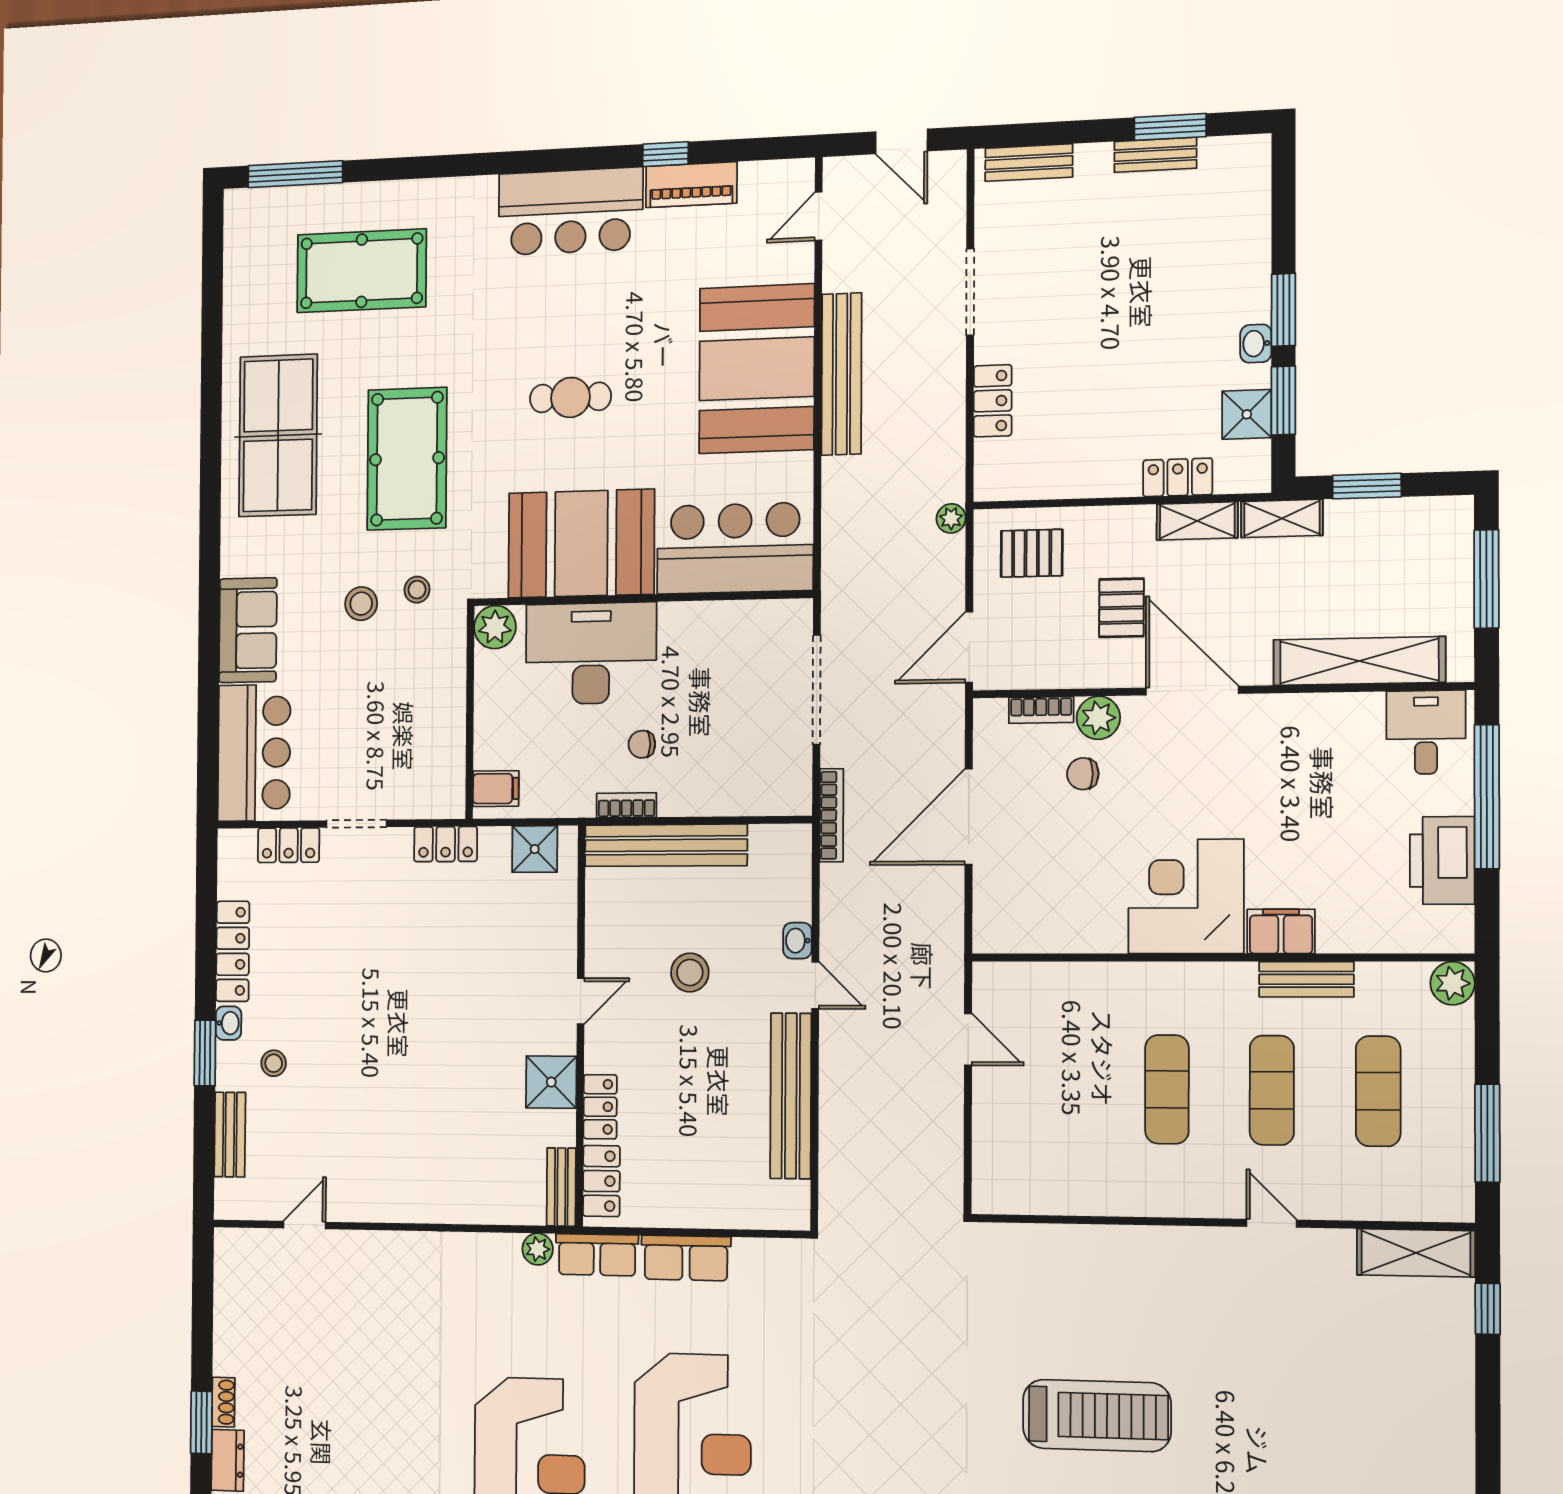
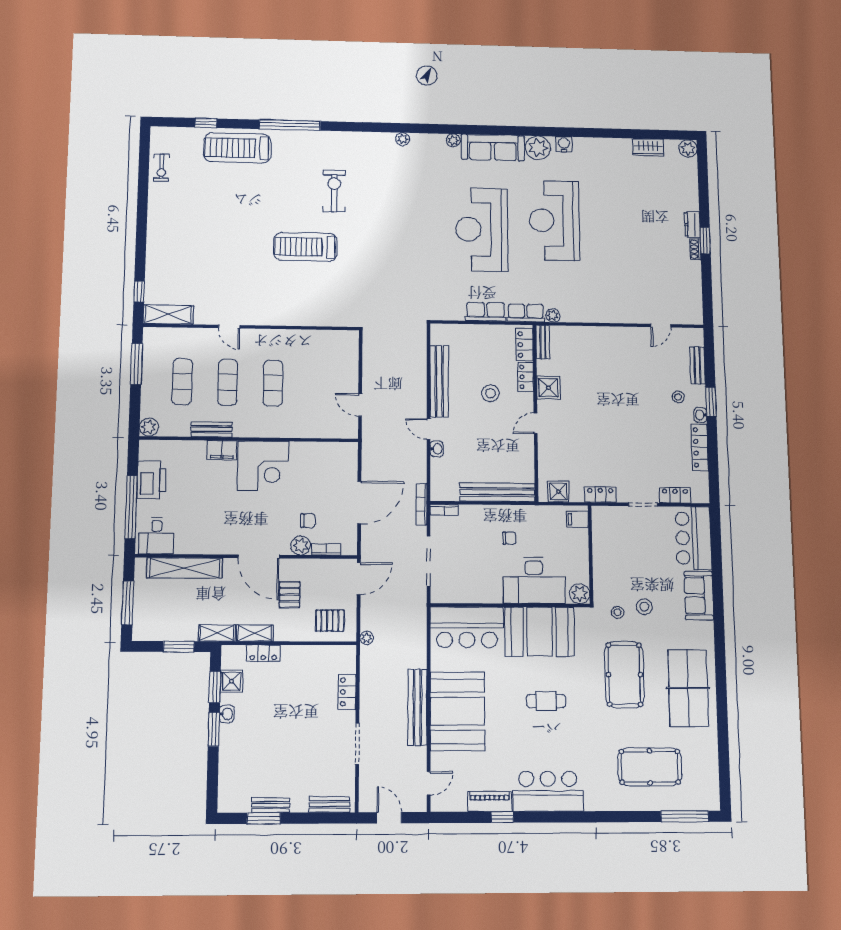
bookcase: (626, 805) -> (444, 510), moved
stool: (690, 972) -> (490, 393), moved

